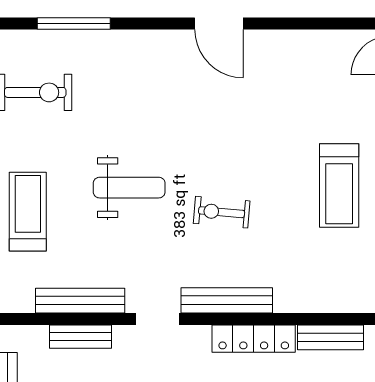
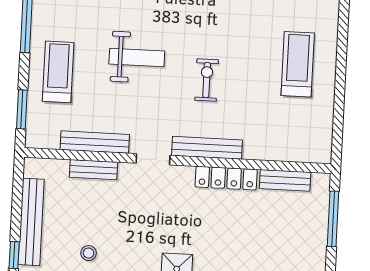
treadmill: (339, 185) -> (298, 64), turned 180
exercise bike: (222, 212) -> (207, 80), turned 85

